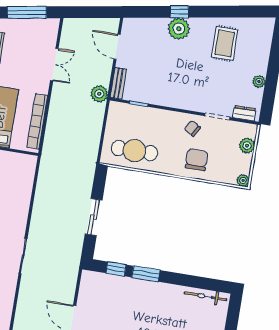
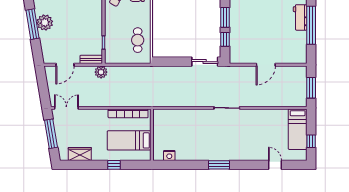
window: (179, 12) -> (33, 24), width x2.17
double door: (54, 65) -> (66, 108), moved
cafe table: (134, 151) -> (138, 40), width x0.73, depth x0.74
sliding door: (94, 217) -> (205, 62), moved

